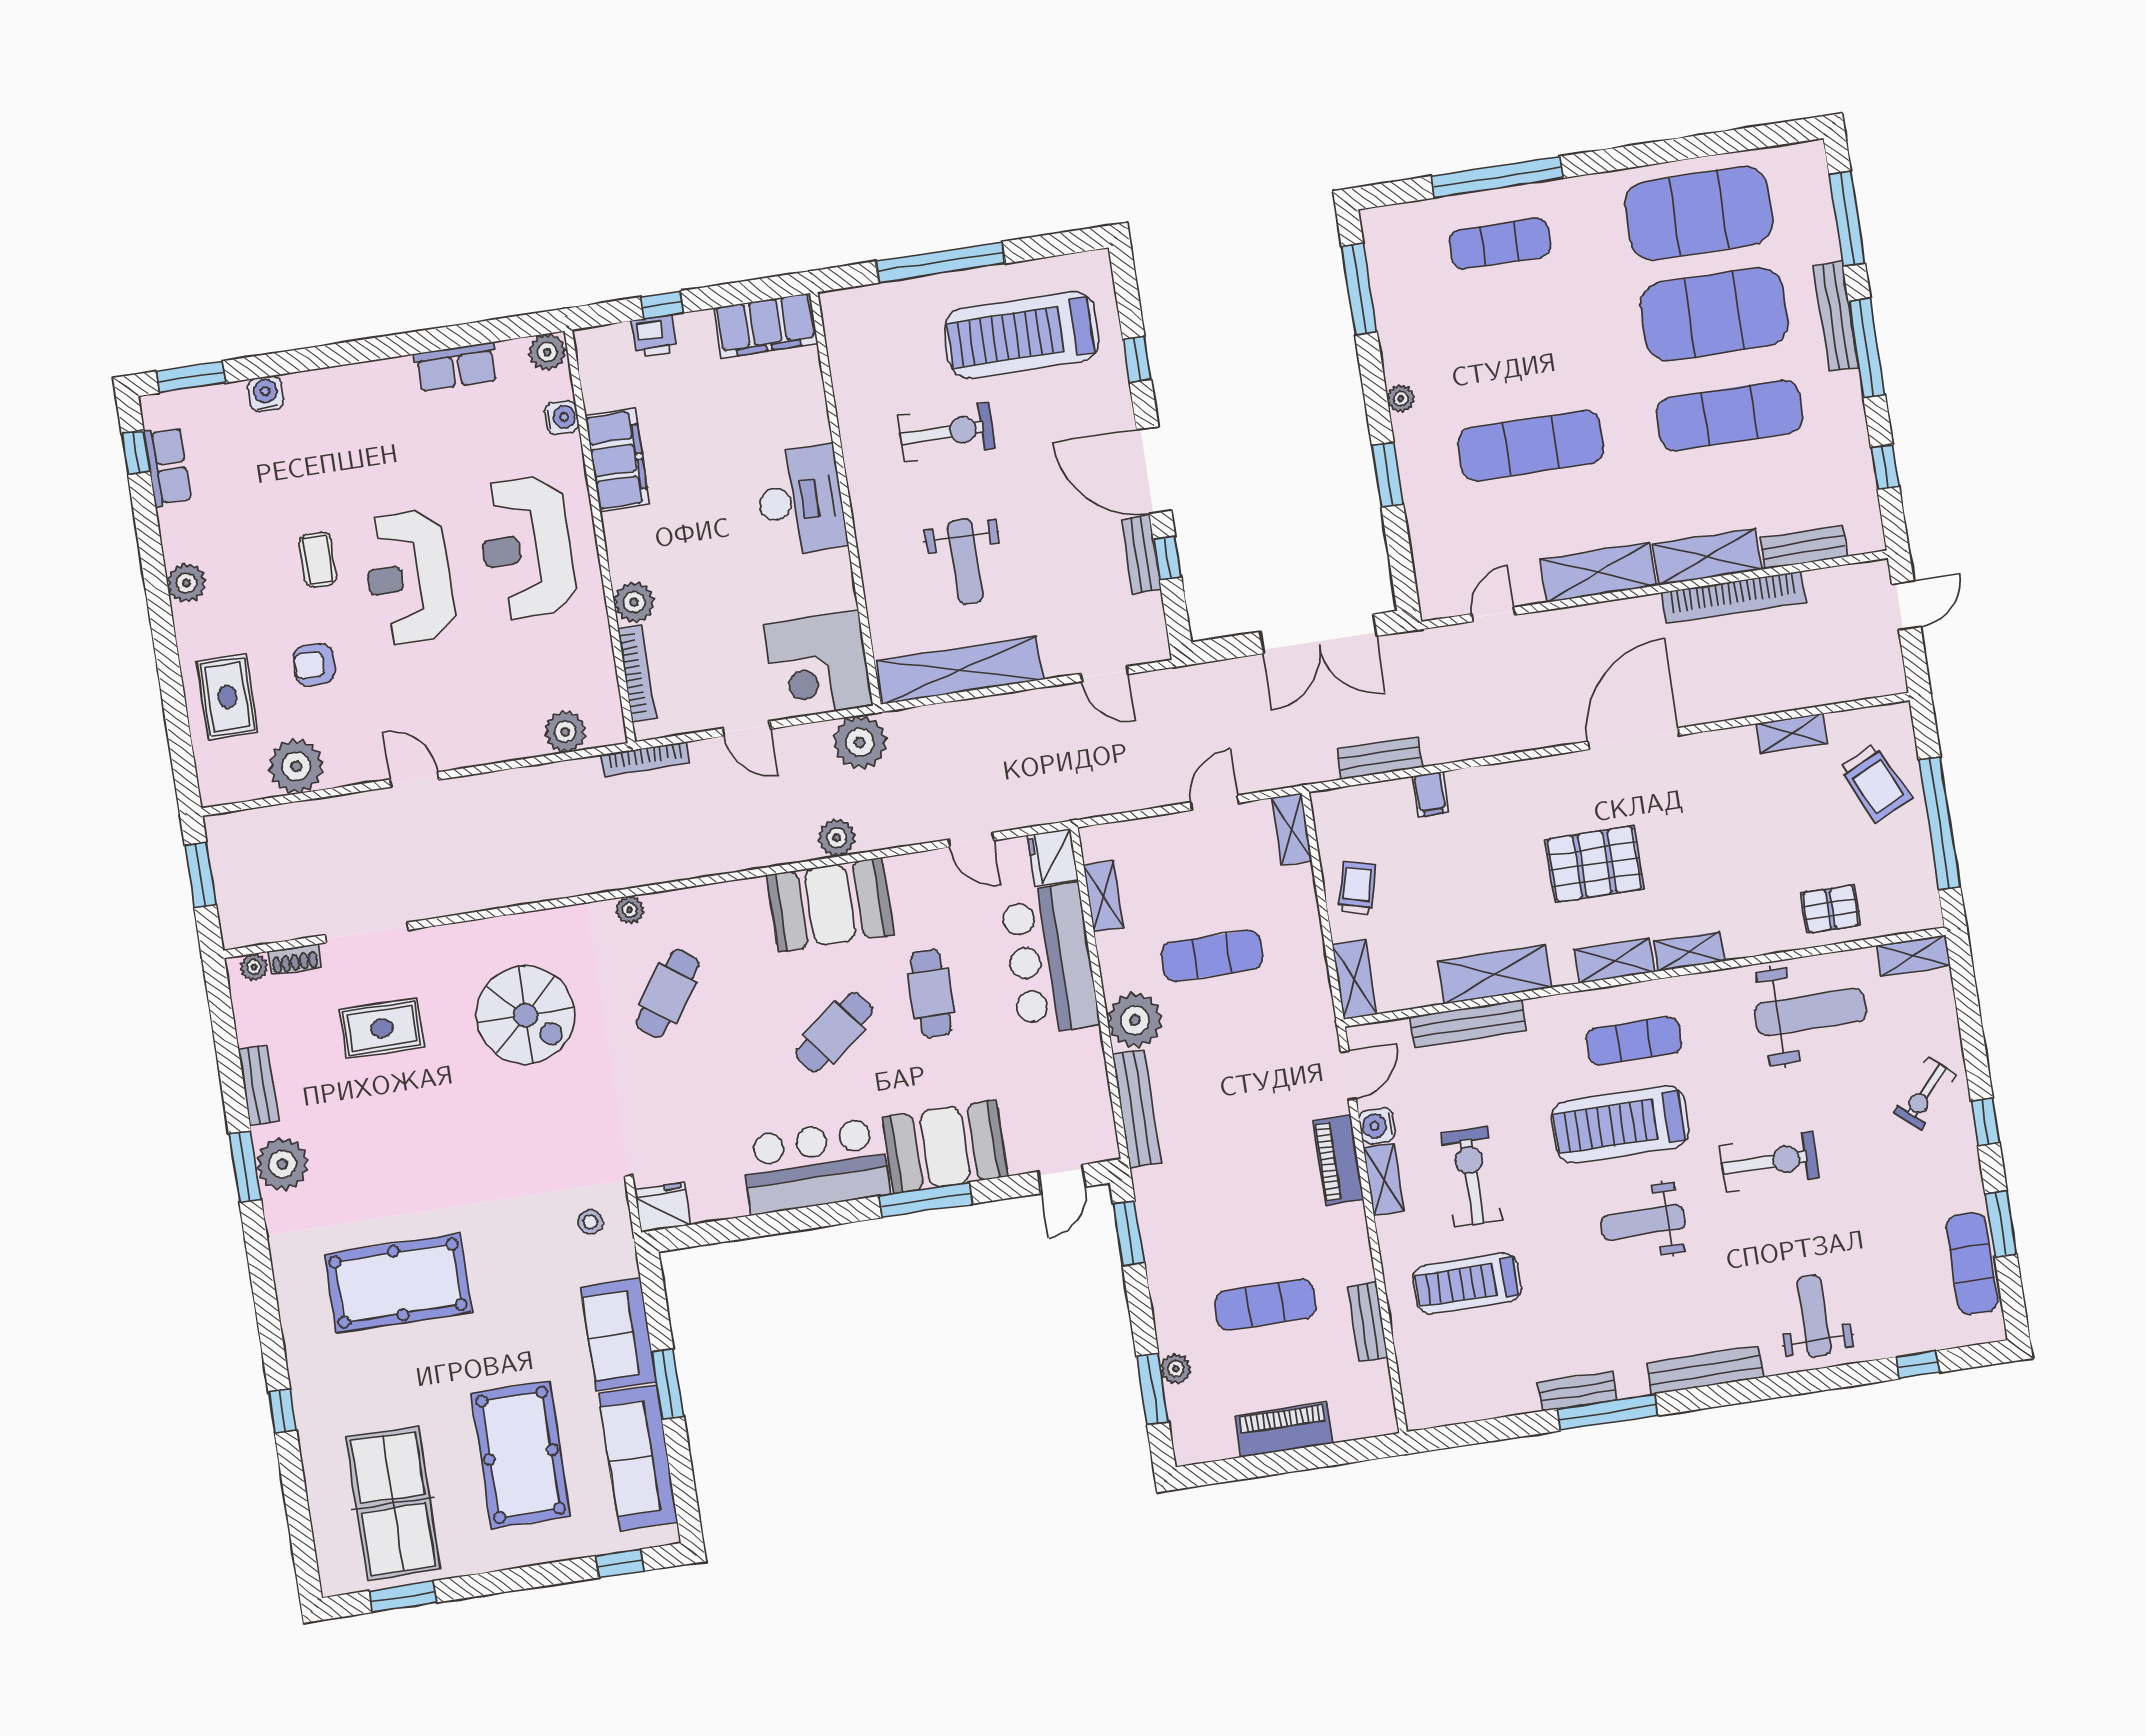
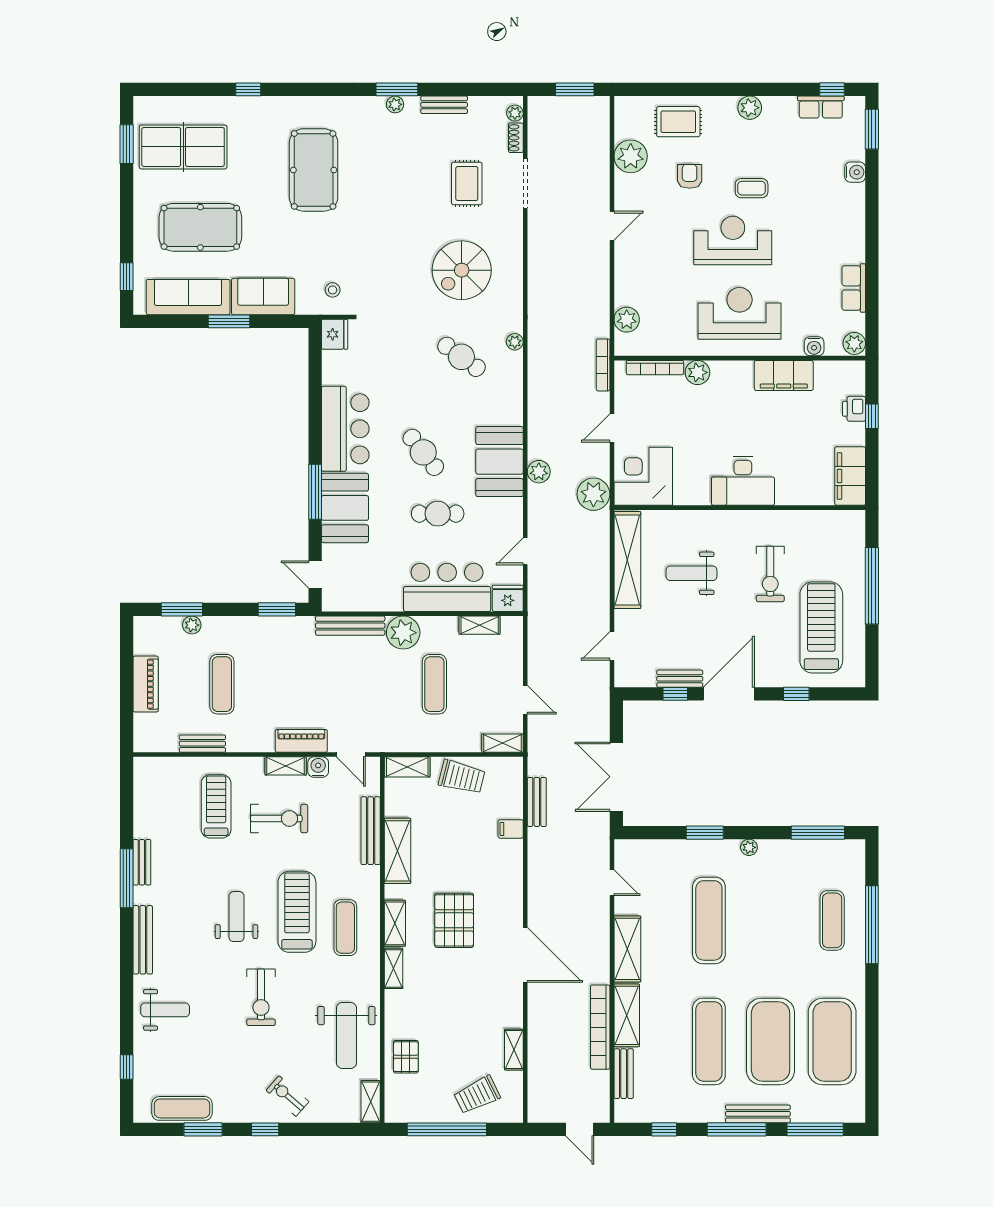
trolley: (1357, 888) -> (462, 777), width x1.36, depth x1.39
plant: (282, 1164) -> (395, 104), width x0.53, depth x0.53

